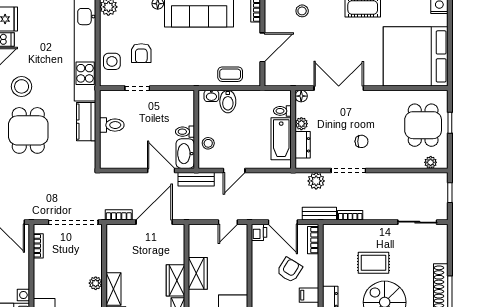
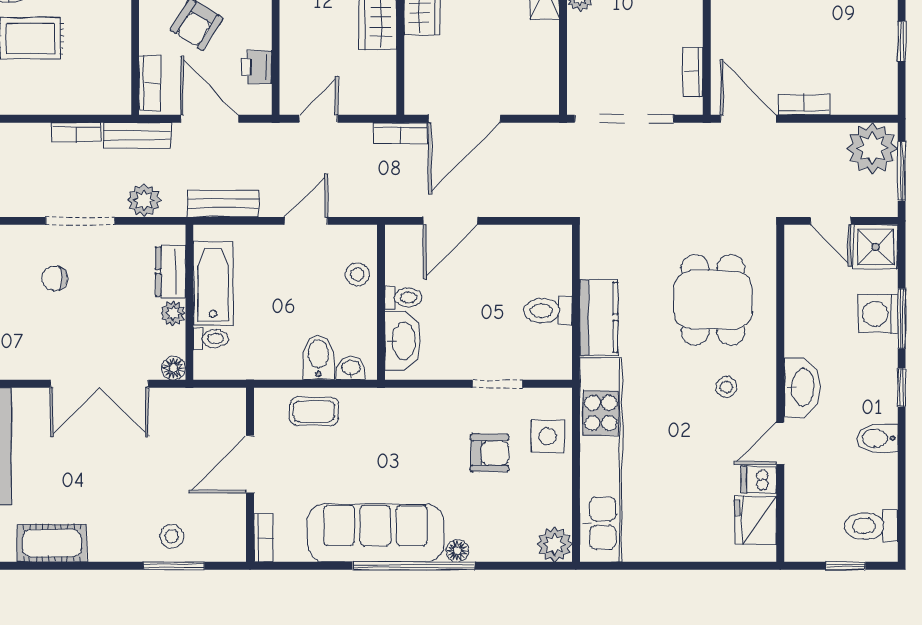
armchair: (141, 53) -> (490, 453), turned 90
stool: (22, 86) -> (726, 387), width x0.53, depth x0.53
washbasin: (185, 154) -> (403, 341), moved
door: (161, 170) -> (450, 221), hinge flipped
bench: (196, 179) -> (223, 203), moved
bookcase: (119, 215) -> (400, 133), moved
printer: (259, 232) -> (257, 67), moved

